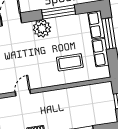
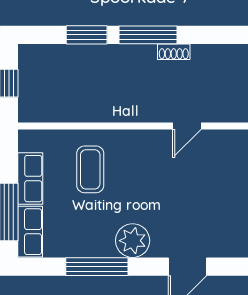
coffee table: (70, 62) -> (90, 169), turned 90

